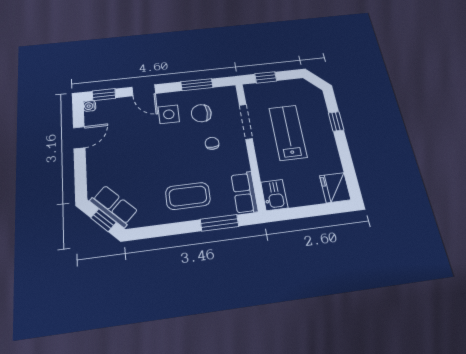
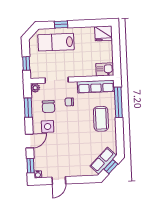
plant: (229, 92) -> (35, 88), added
lab bench: (288, 132) -> (56, 42), moved
door: (79, 138) -> (59, 181), swing flipped
row of seats: (245, 193) -> (96, 87), width x1.48
window: (219, 223) -> (118, 102), width x1.44

